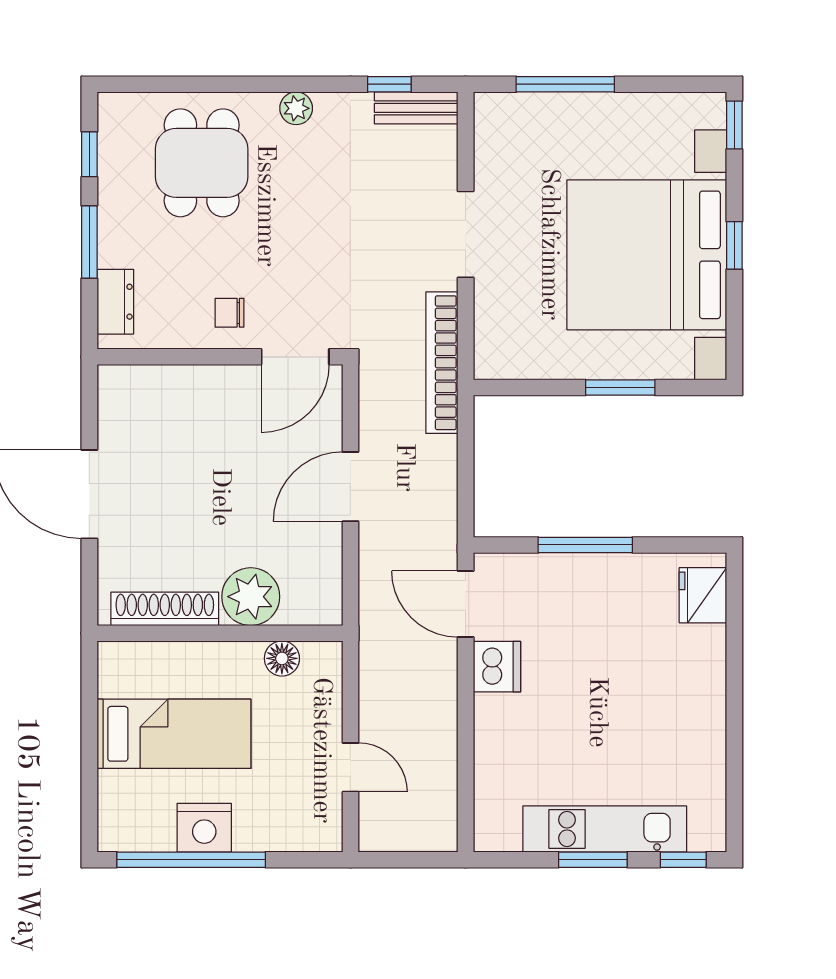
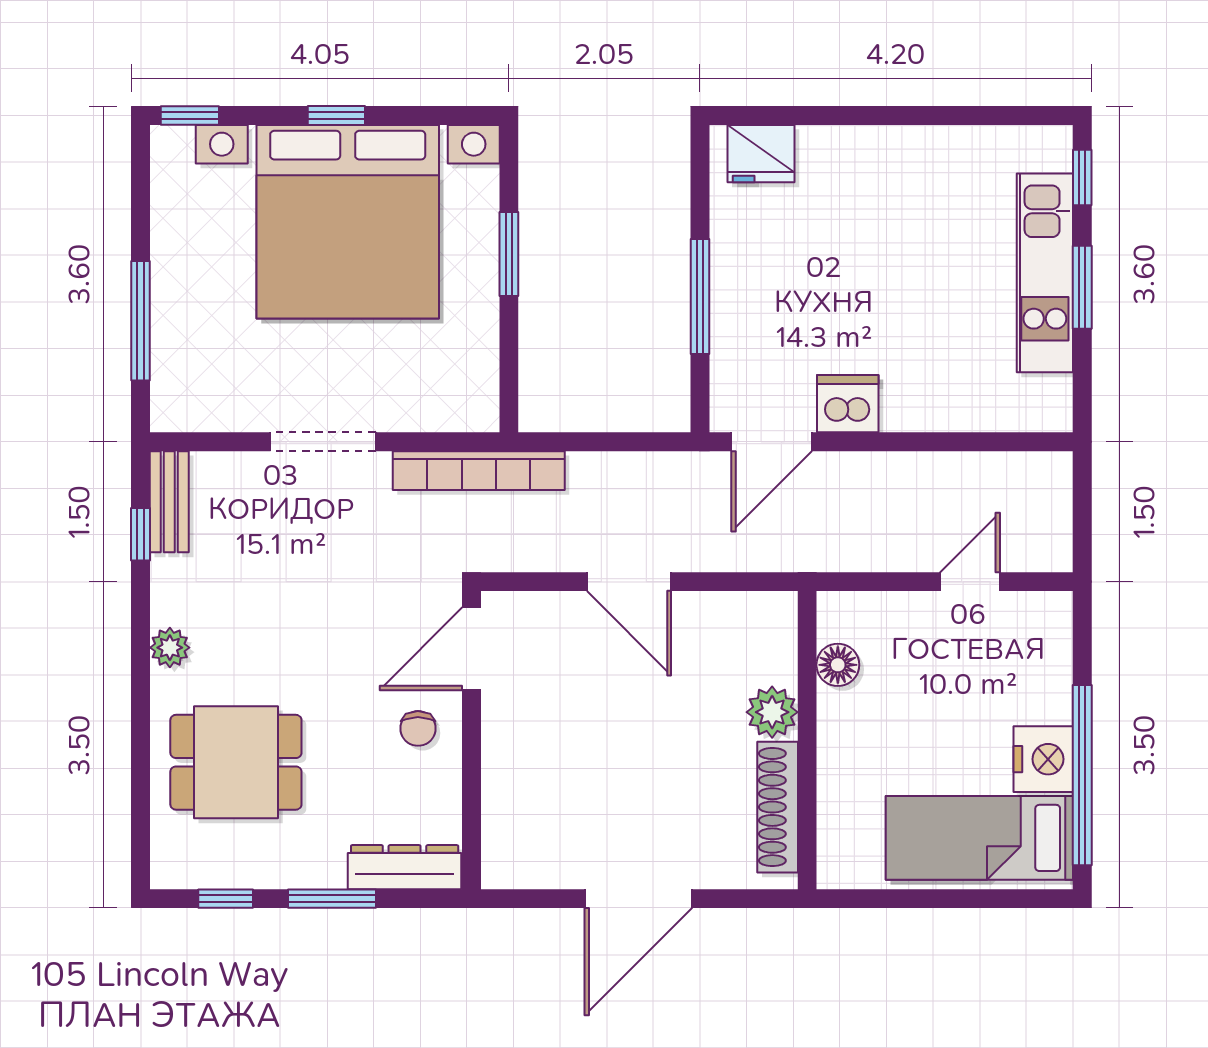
dresser: (115, 302) -> (405, 867), width x1.44
door: (295, 357) -> (472, 649), swing flipped
plant: (251, 597) -> (772, 712), width x0.73, depth x0.73
bed: (174, 734) -> (979, 838), moved, turned -90

